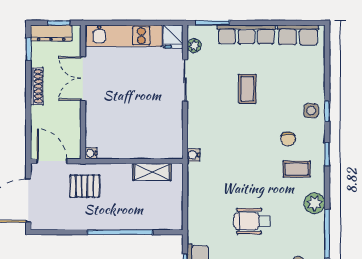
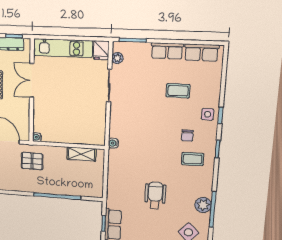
row of seats: (246, 34) -> (167, 51), width x0.68
coffee table: (247, 89) -> (178, 91), moved, turned 90
plant: (315, 203) -> (203, 205), moved
wheelchair: (252, 221) -> (155, 196), turned 90

